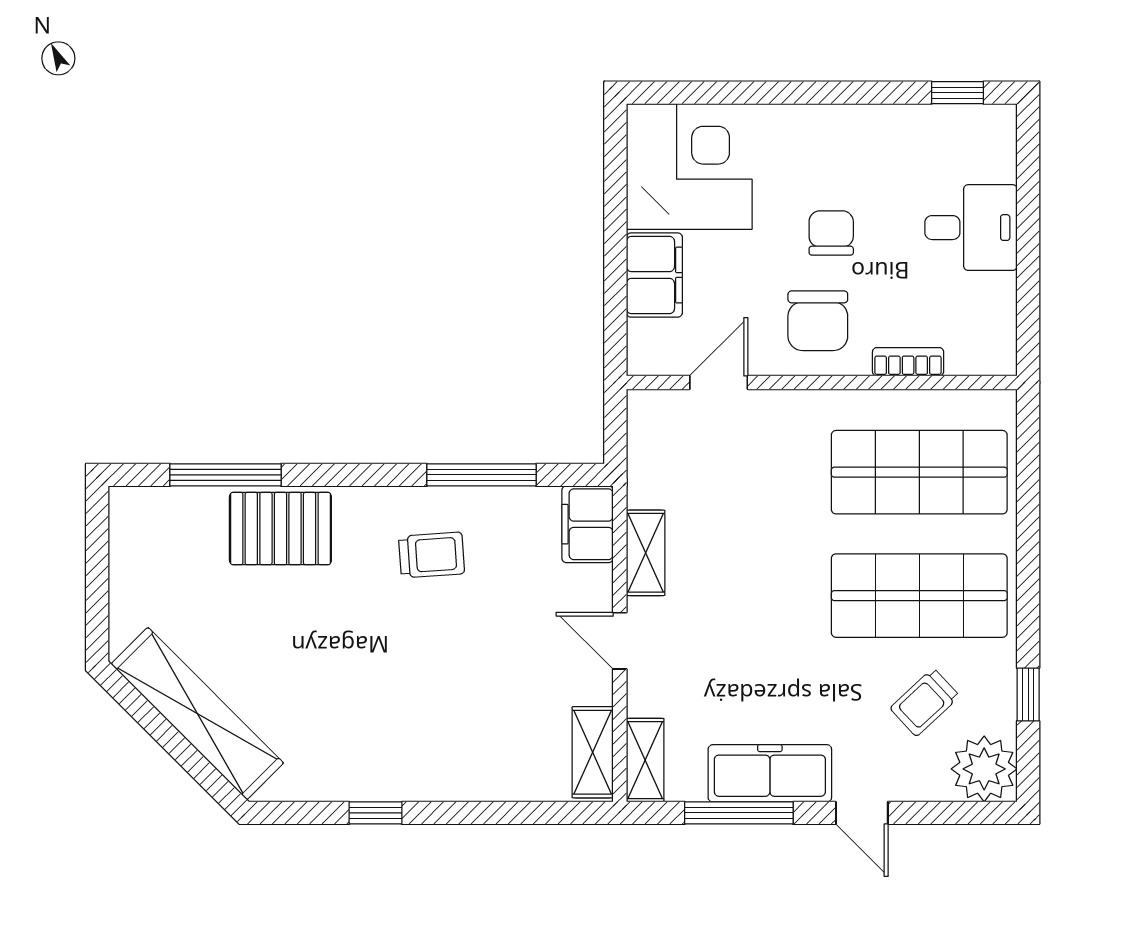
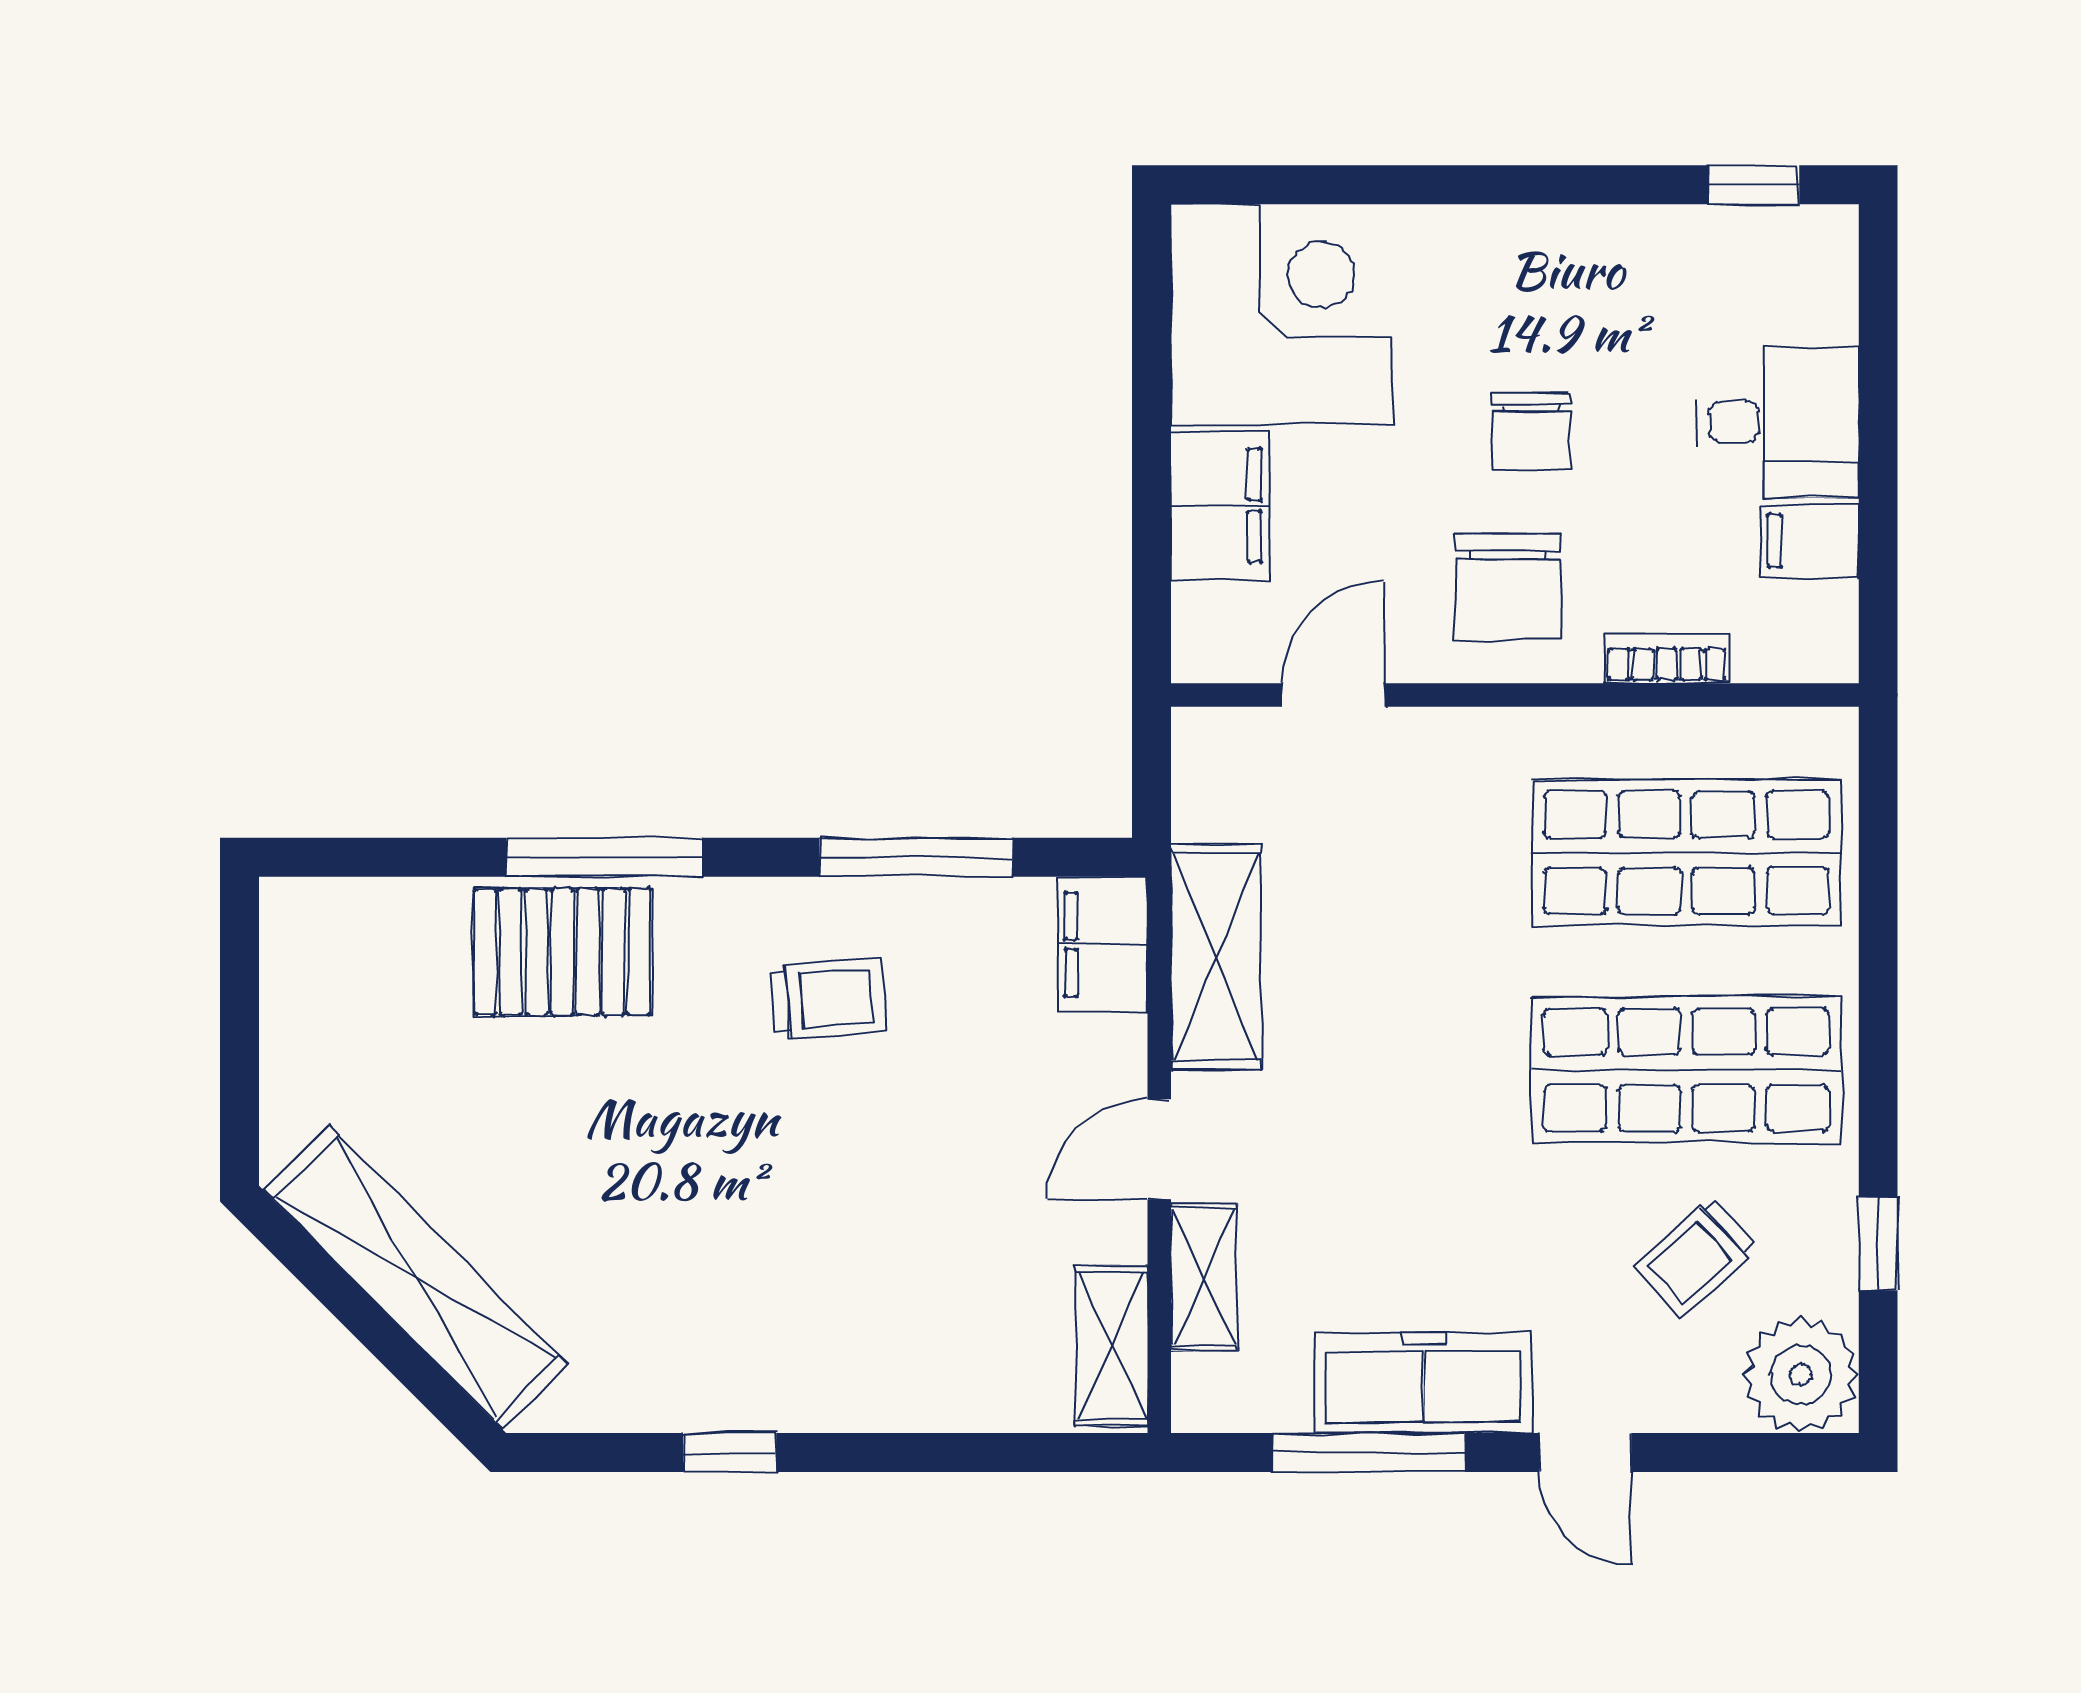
chair: (831, 233) -> (1531, 432), turned 180
filing cabinet: (989, 295) -> (1809, 541), added
window: (226, 475) -> (604, 857), moved
shelving: (646, 553) -> (1216, 957), width x1.50, depth x1.33
door: (620, 641) -> (1159, 1149), hinge flipped
shelving: (645, 760) -> (1204, 1277), moved

